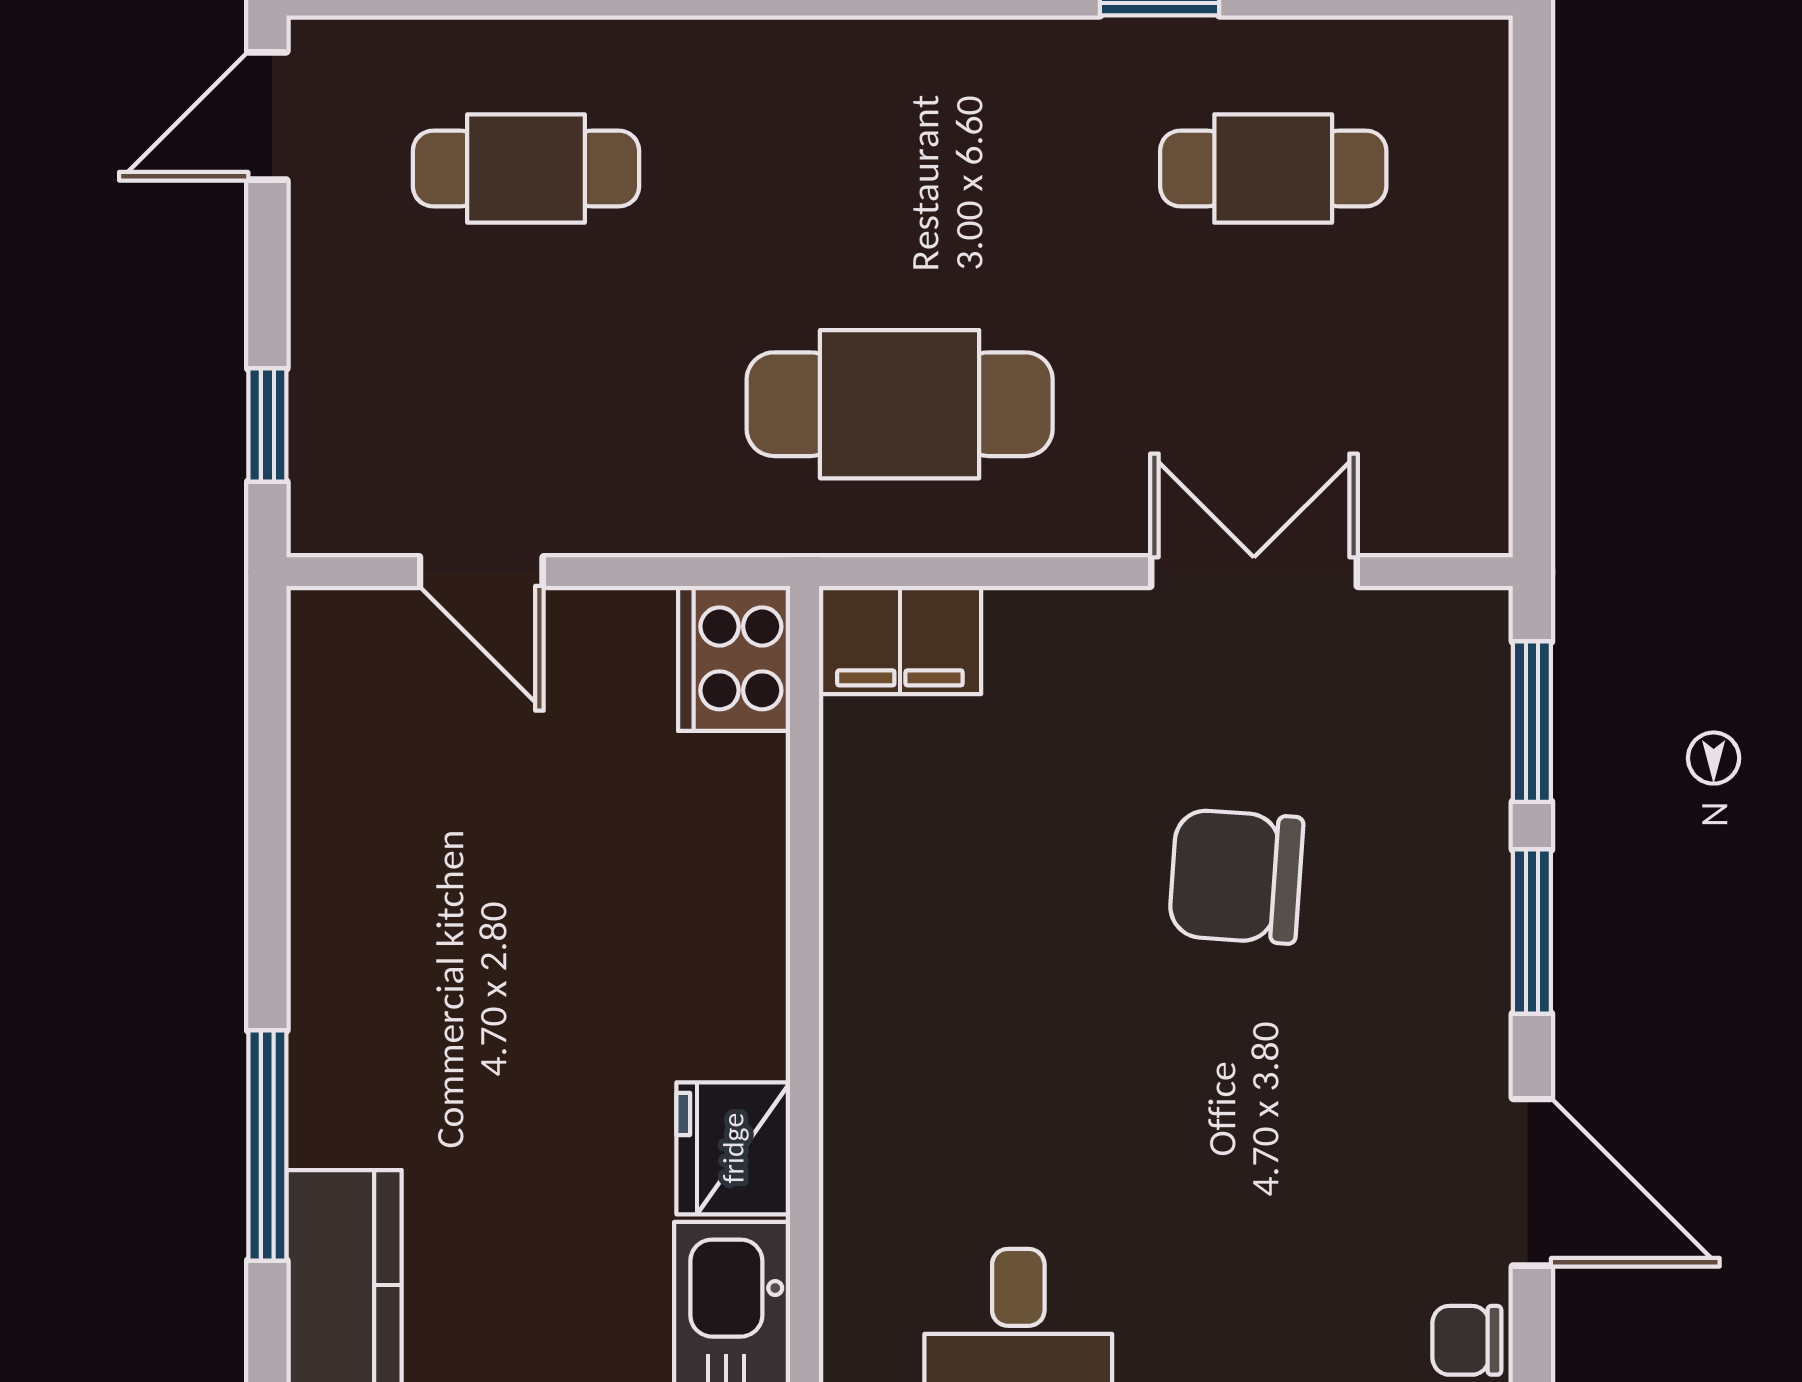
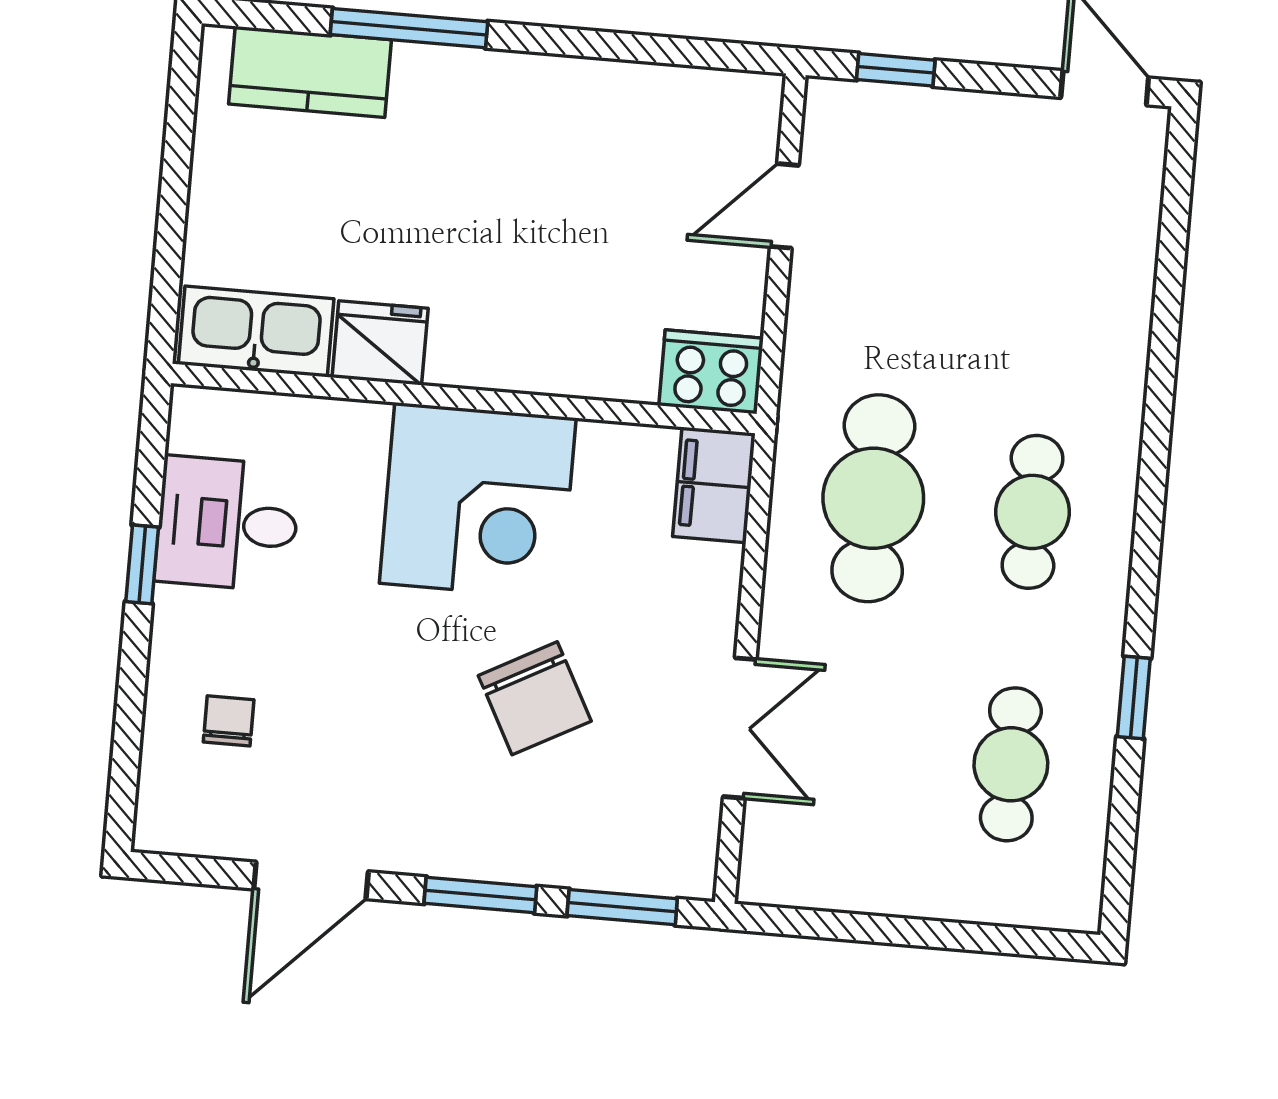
cafe table: (526, 169) -> (1033, 512), moved
chair: (1236, 876) -> (535, 698), turned 148
corner desk: (953, 985) -> (478, 501), added
chair: (1467, 1340) -> (229, 721), moved

